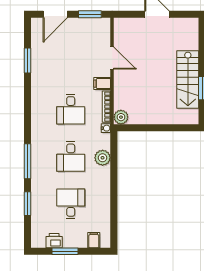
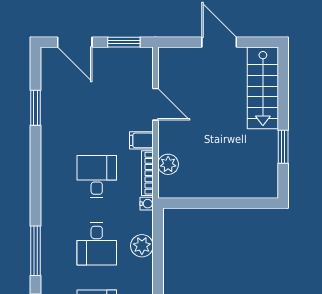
door: (55, 14) -> (75, 42), hinge flipped
stairs: (188, 79) -> (263, 88), moved
desk: (71, 109) -> (97, 177), turned 180
plant: (121, 117) -> (168, 164), moved

